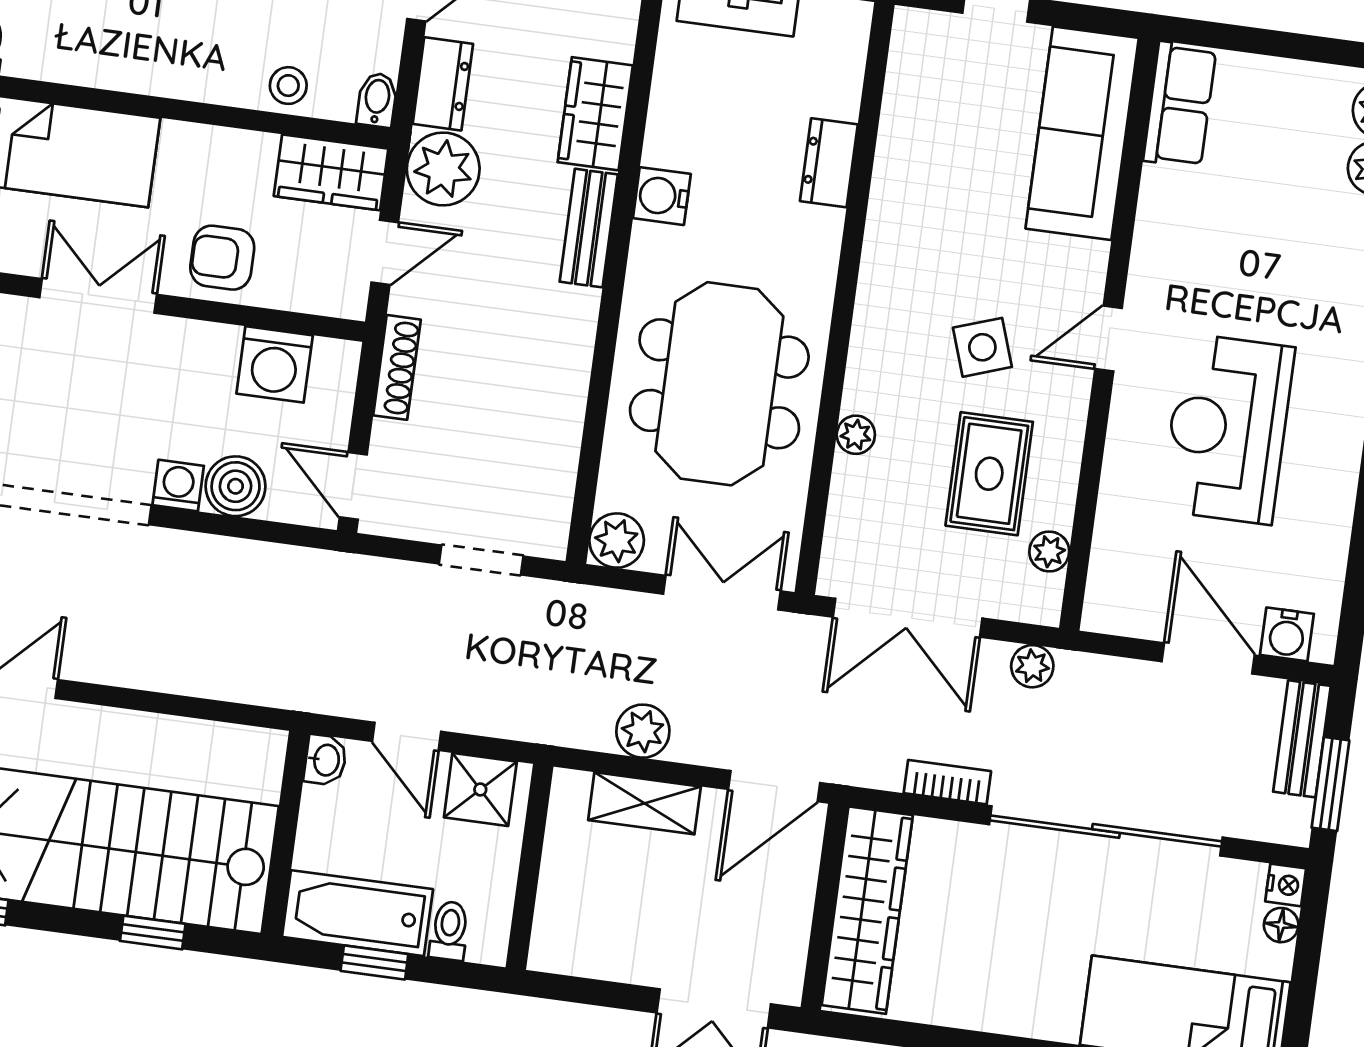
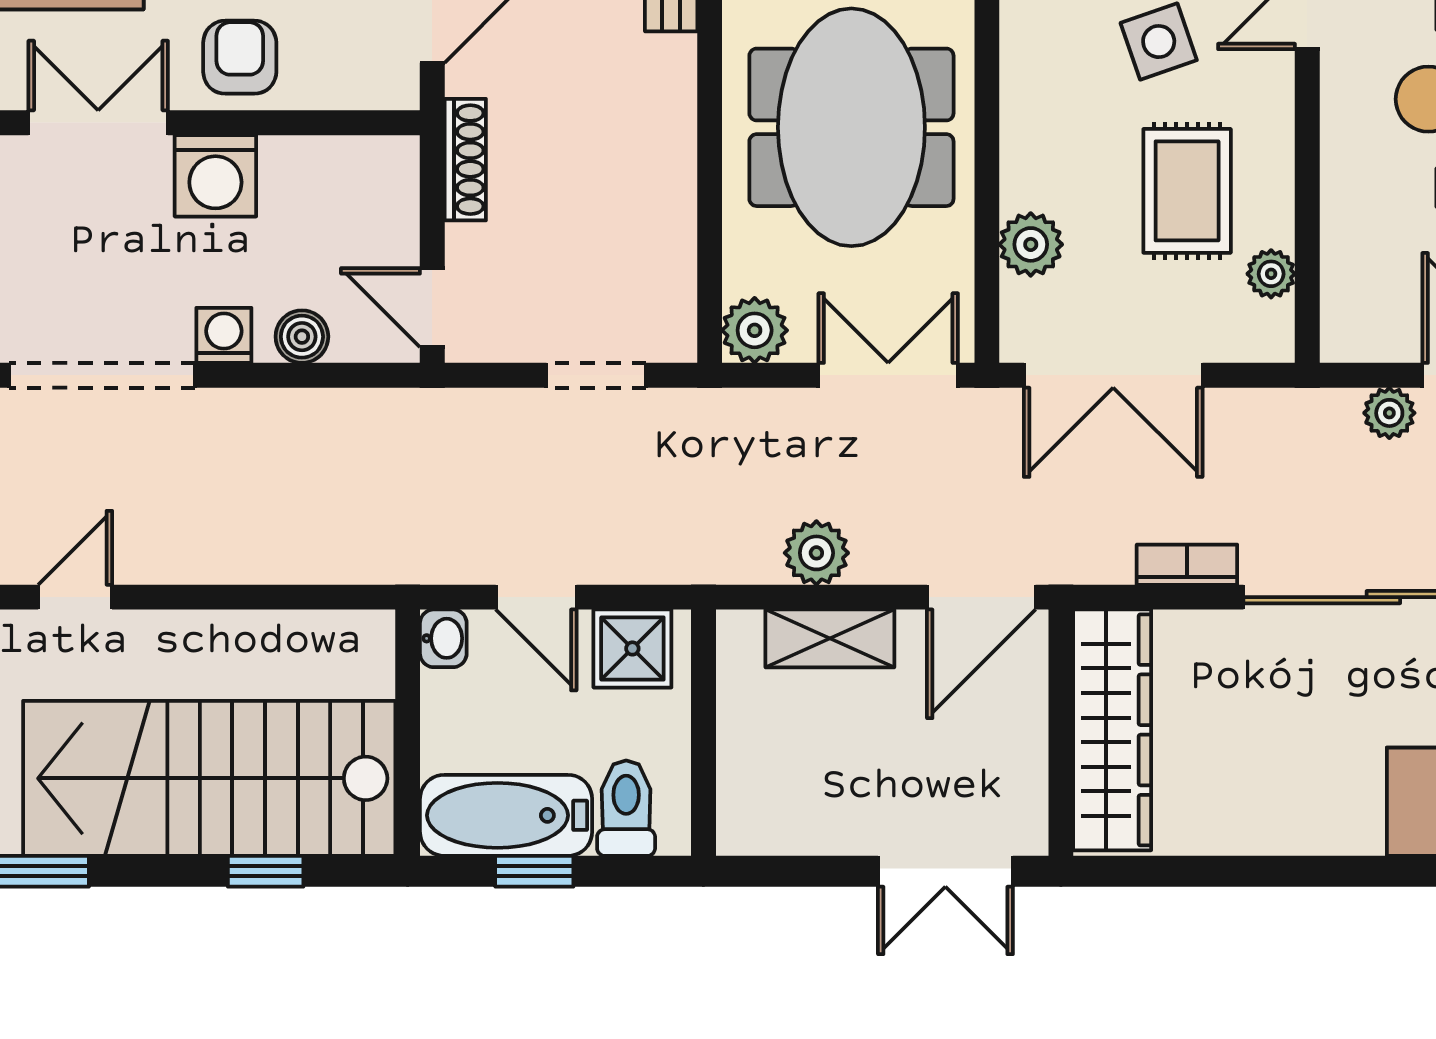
armchair: (222, 258) -> (240, 57), turned 90
washing machine: (275, 364) -> (215, 176), moved
plant: (856, 435) -> (1031, 244), moved, width x1.38, depth x1.38
boiler: (236, 486) -> (302, 337), width x0.73, depth x0.73
plant: (1032, 666) -> (1389, 413), moved
toilet: (449, 931) -> (626, 808), width x1.37, depth x1.39

